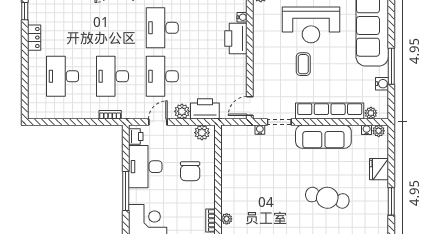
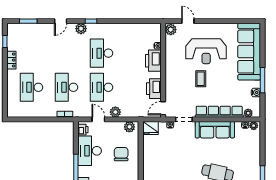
printer: (205, 109) -> (154, 89), moved, turned -90
door: (158, 122) -> (98, 119), hinge flipped
fridge: (379, 169) -> (150, 128), moved, turned -90
chair: (190, 171) -> (121, 154), turned 180

